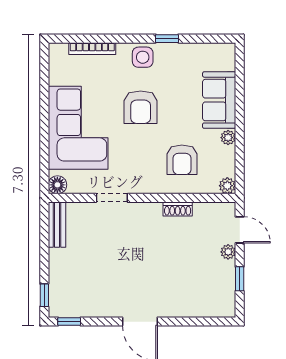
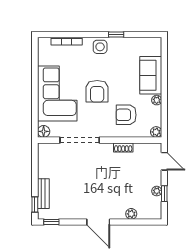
armchair: (141, 107) -> (97, 91), moved
armchair: (182, 160) -> (126, 115), turned 90
doorway: (112, 198) -> (80, 140), width x1.87
bench: (57, 225) -> (43, 194), moved
plant: (228, 252) -> (157, 191), moved
plant: (190, 309) -> (131, 214), added

